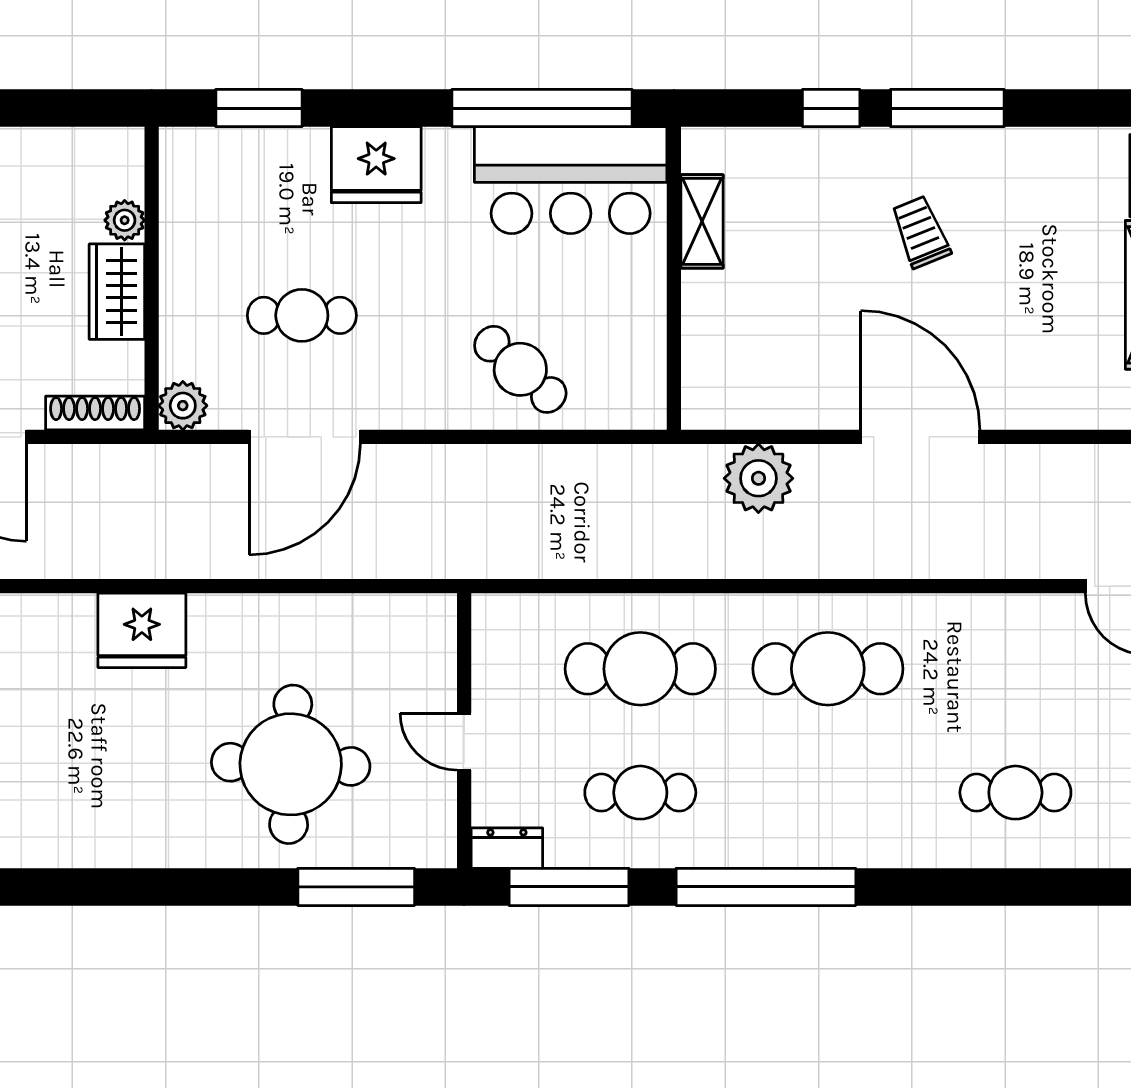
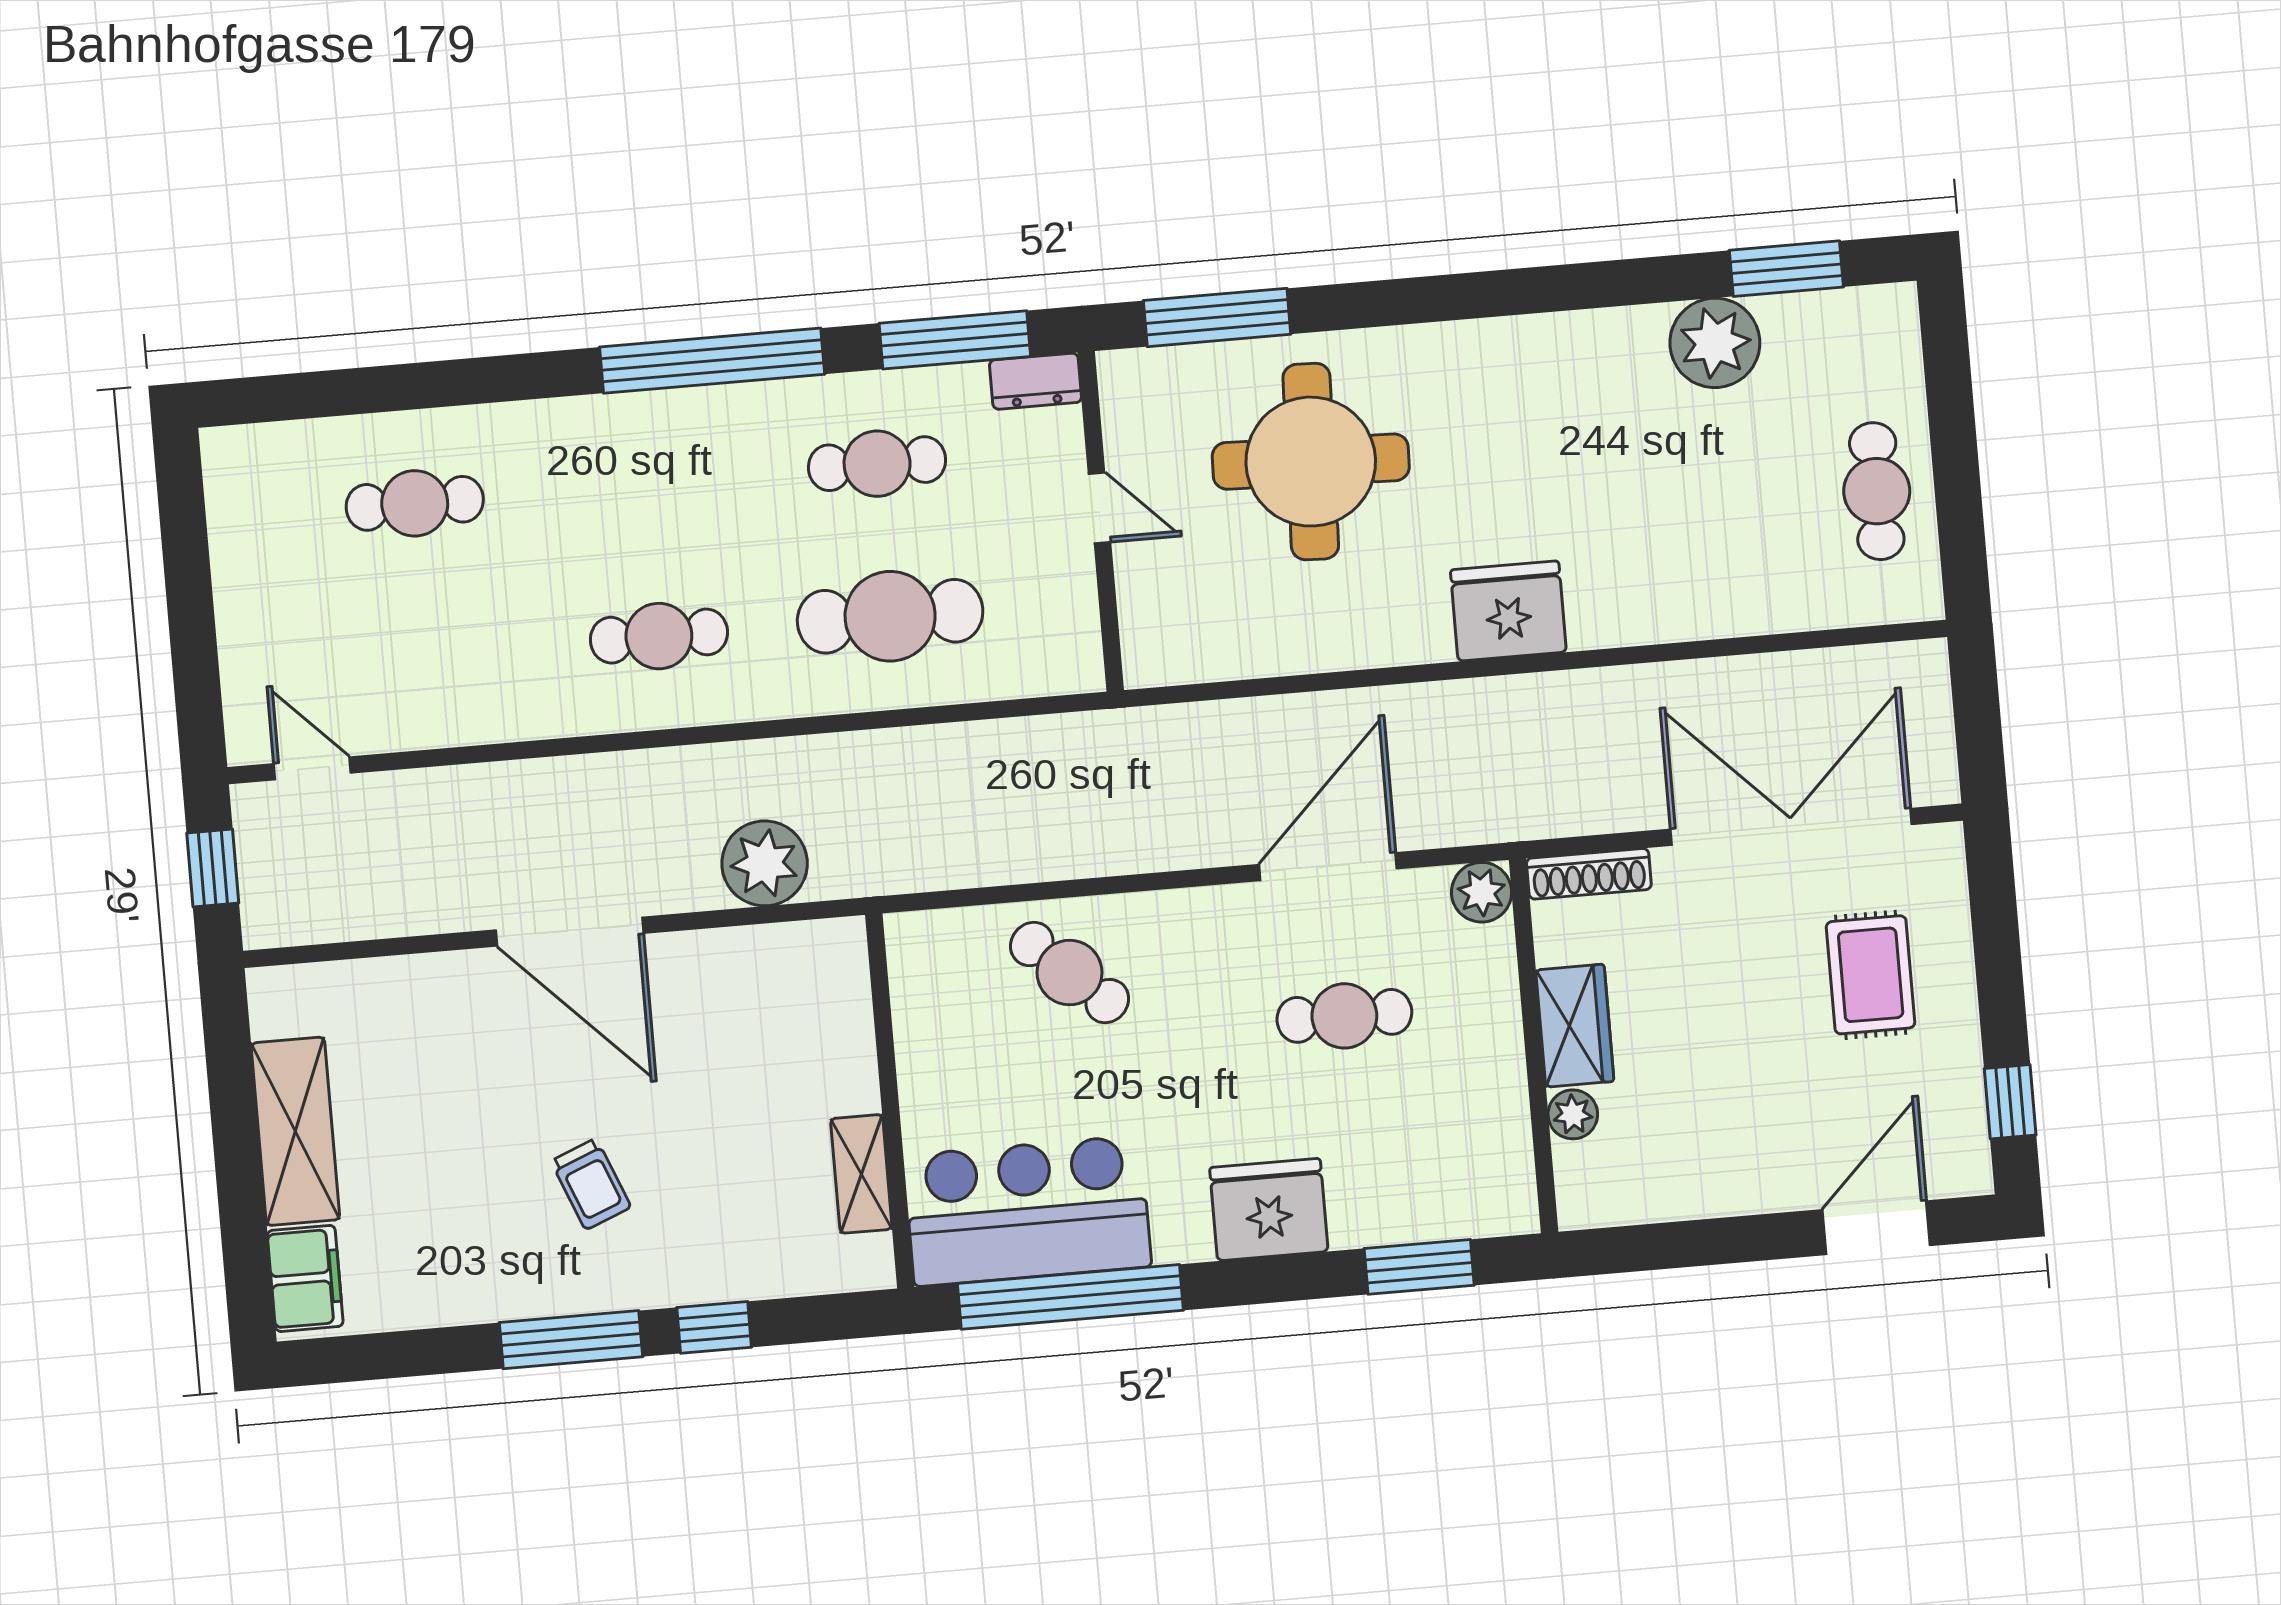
cafe table: (828, 669) -> (659, 636), width x0.73, depth x0.74

